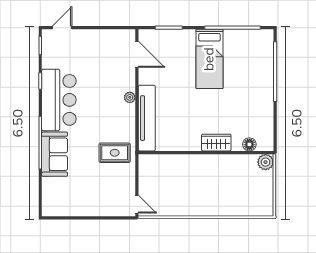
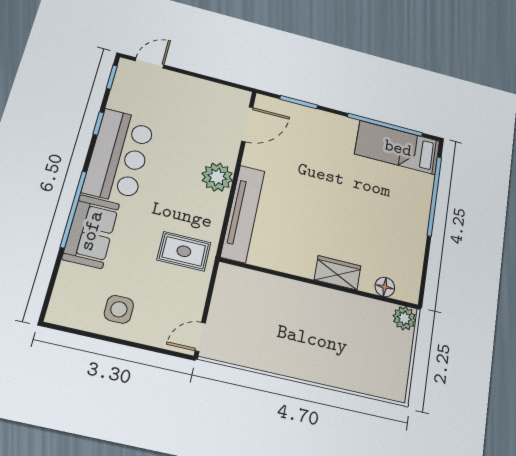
door: (137, 54) -> (247, 124), hinge flipped
bed: (209, 59) -> (398, 148), moved, turned 90
plant: (130, 97) -> (217, 177), width x1.88, depth x1.88
side table: (84, 199) -> (119, 309), added
door: (137, 204) -> (200, 337), swing flipped

